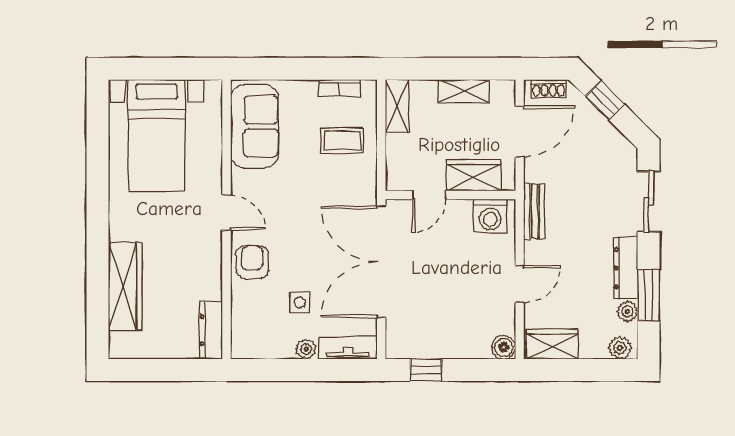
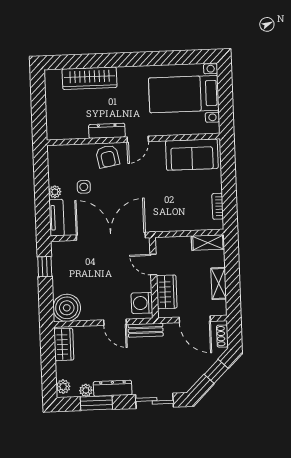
coffee table: (342, 141) -> (185, 209), removed
armchair: (252, 262) -> (108, 156), turned 79
door: (520, 284) -> (115, 322), moved
dresser: (211, 330) -> (107, 131), moved
boiler: (504, 347) -> (67, 308), width x1.86, depth x1.86

